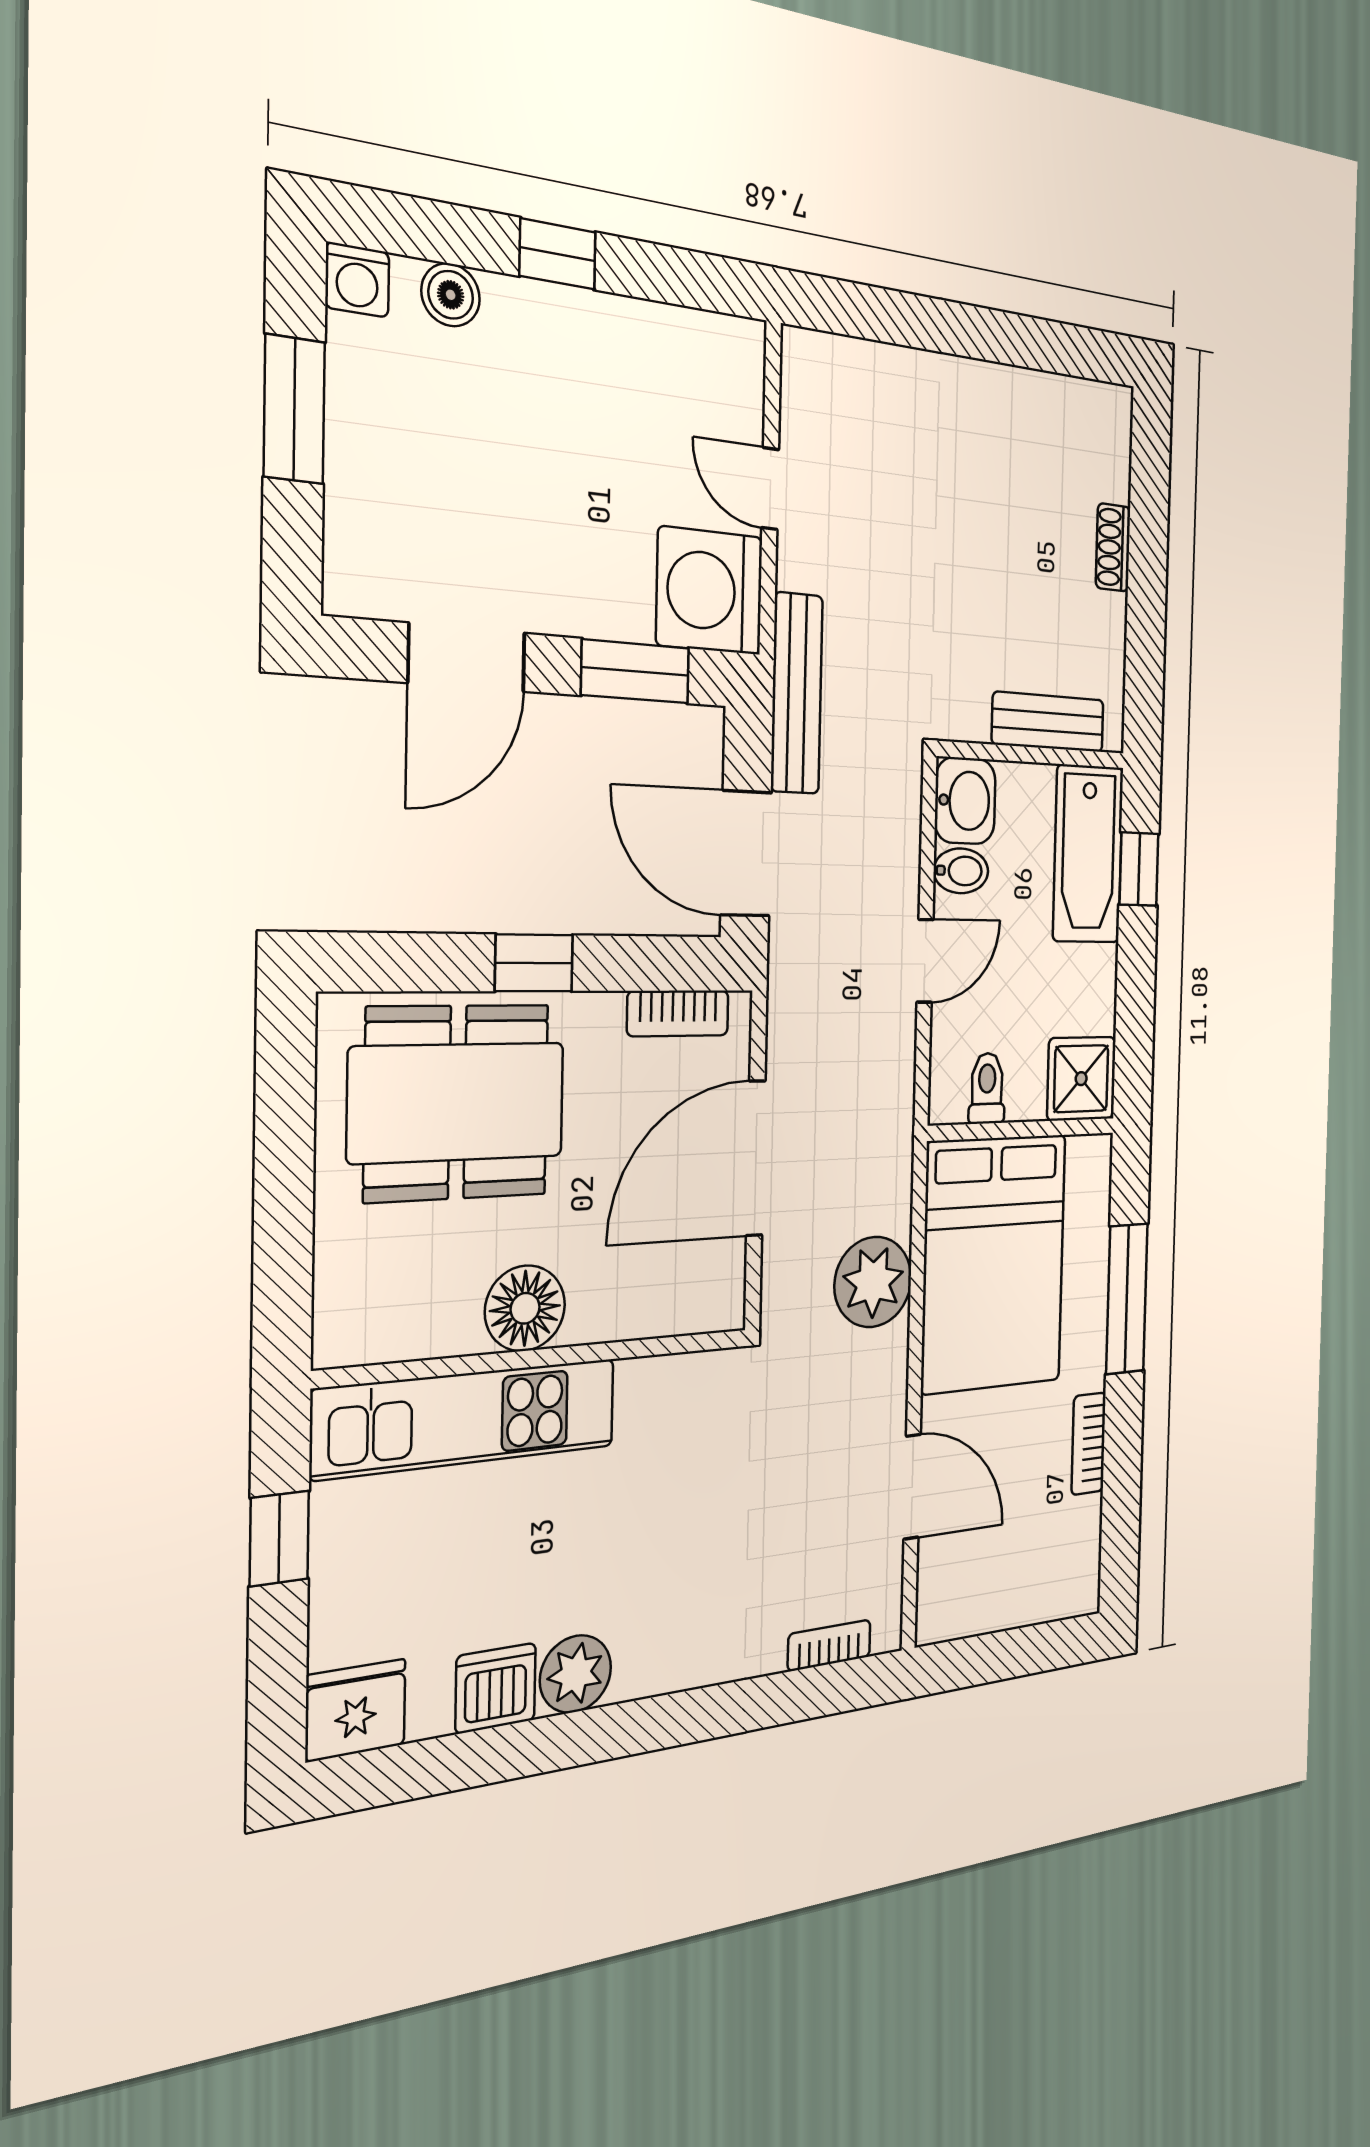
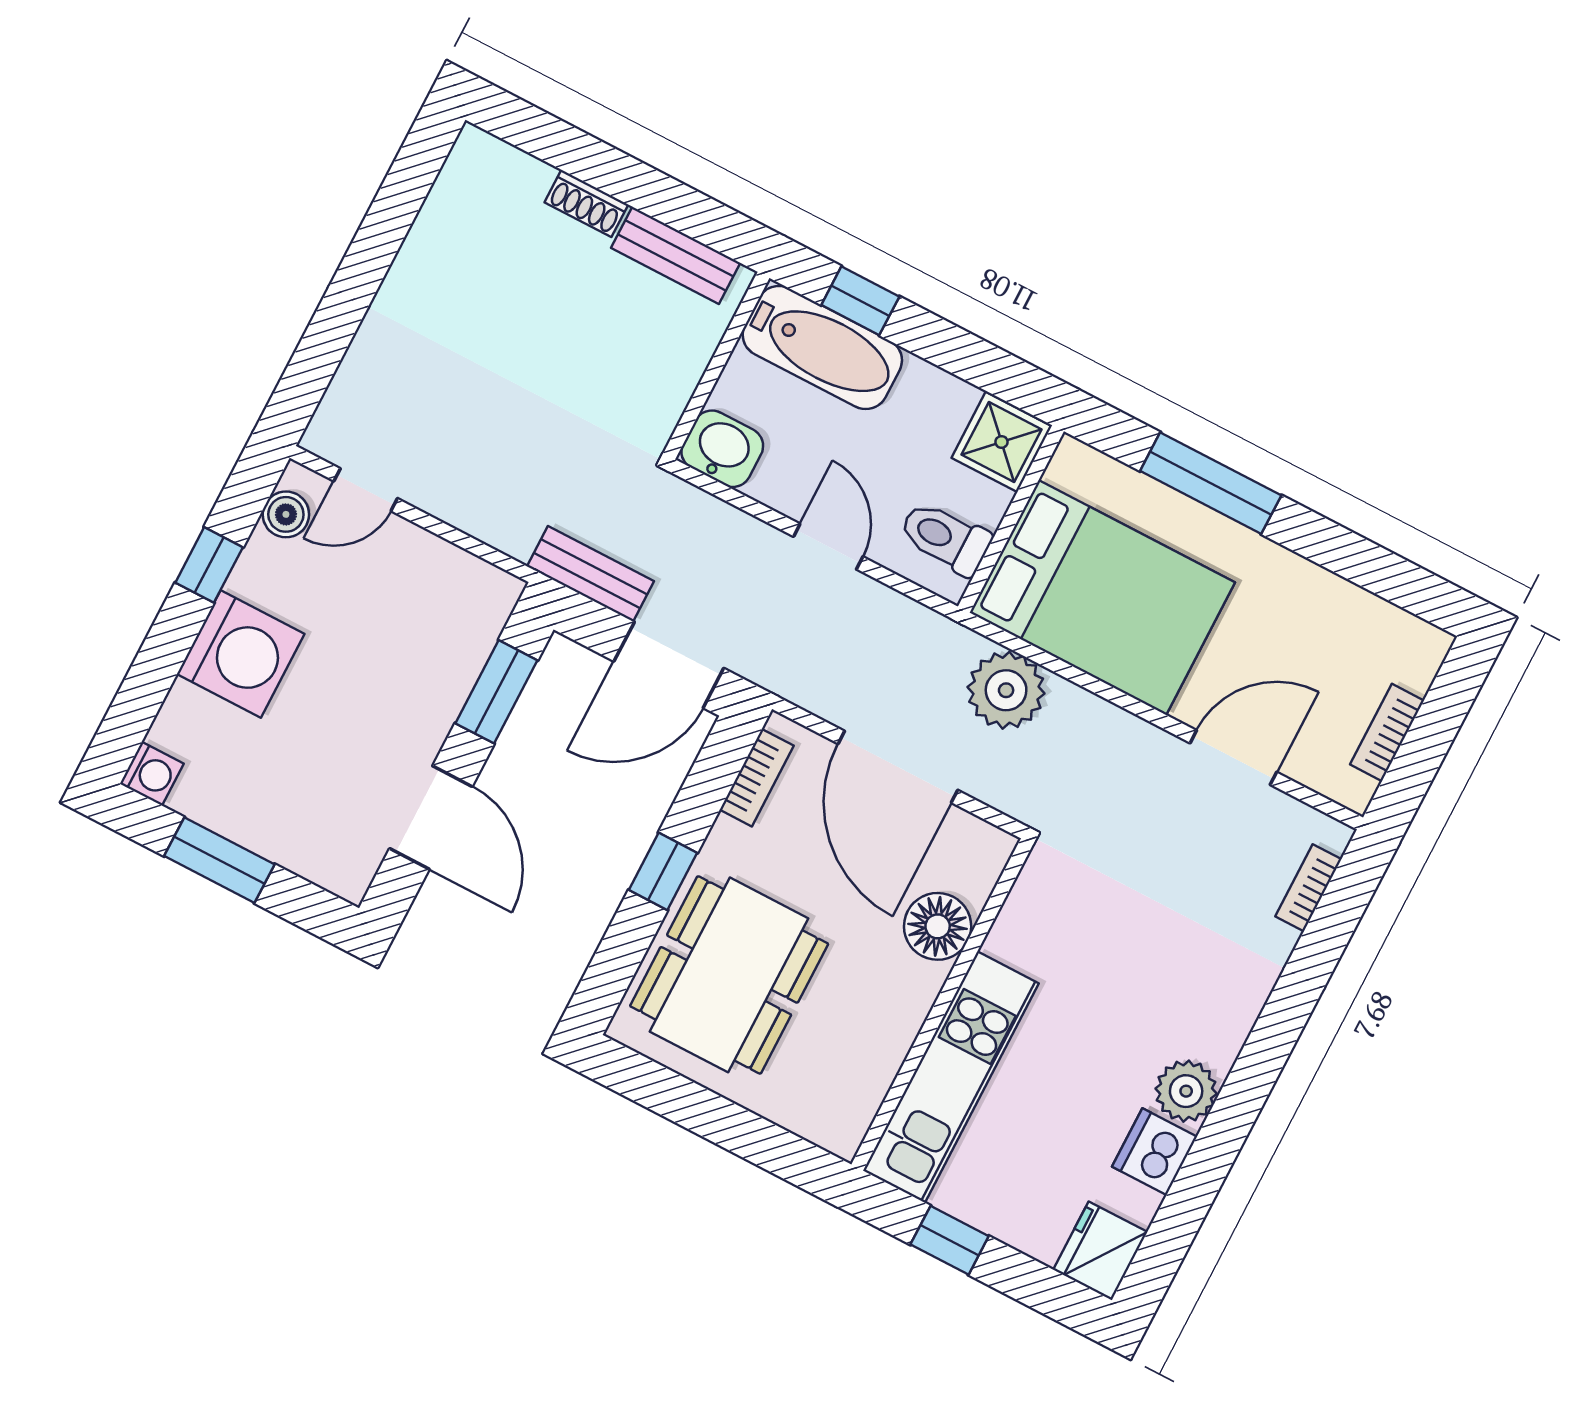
window: (558, 254) -> (209, 565), moved
boiler: (451, 295) -> (286, 514), moved
door: (770, 489) -> (366, 490), moved
washing machine: (710, 591) -> (241, 654), moved, turned -90
bench: (797, 693) -> (590, 574), width x0.73
bench: (1048, 722) -> (676, 255), moved, turned 90
bidet: (961, 871) -> (775, 479), removed
toilet: (987, 1088) -> (945, 538), width x1.37, depth x1.39
plant: (873, 1282) -> (1006, 690), moved
floor lamp: (525, 1308) -> (938, 926), moved
bookcase: (1089, 1444) -> (1387, 733), moved, turned 90

